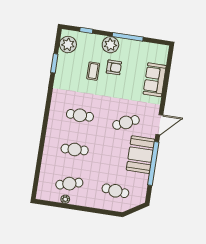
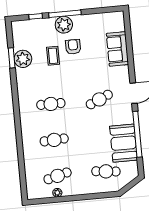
window: (128, 37) -> (65, 14), moved
plant: (68, 45) -> (23, 59), moved
armchair: (114, 67) -> (73, 47), turned -90
booth: (141, 155) -> (124, 143), moved

